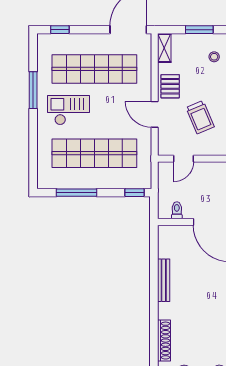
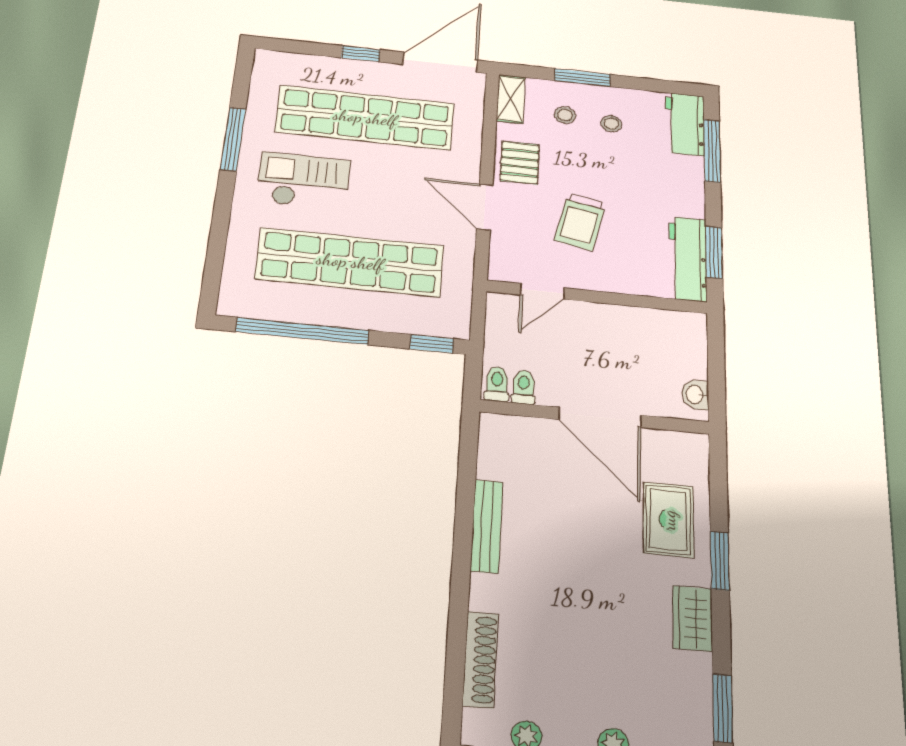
window: (60, 30) -> (361, 54), moved
stool: (191, 54) -> (565, 115), added
trolley: (200, 117) -> (580, 222), turned 35
window: (76, 193) -> (302, 331), width x1.46
toilet: (165, 210) -> (497, 384), added

